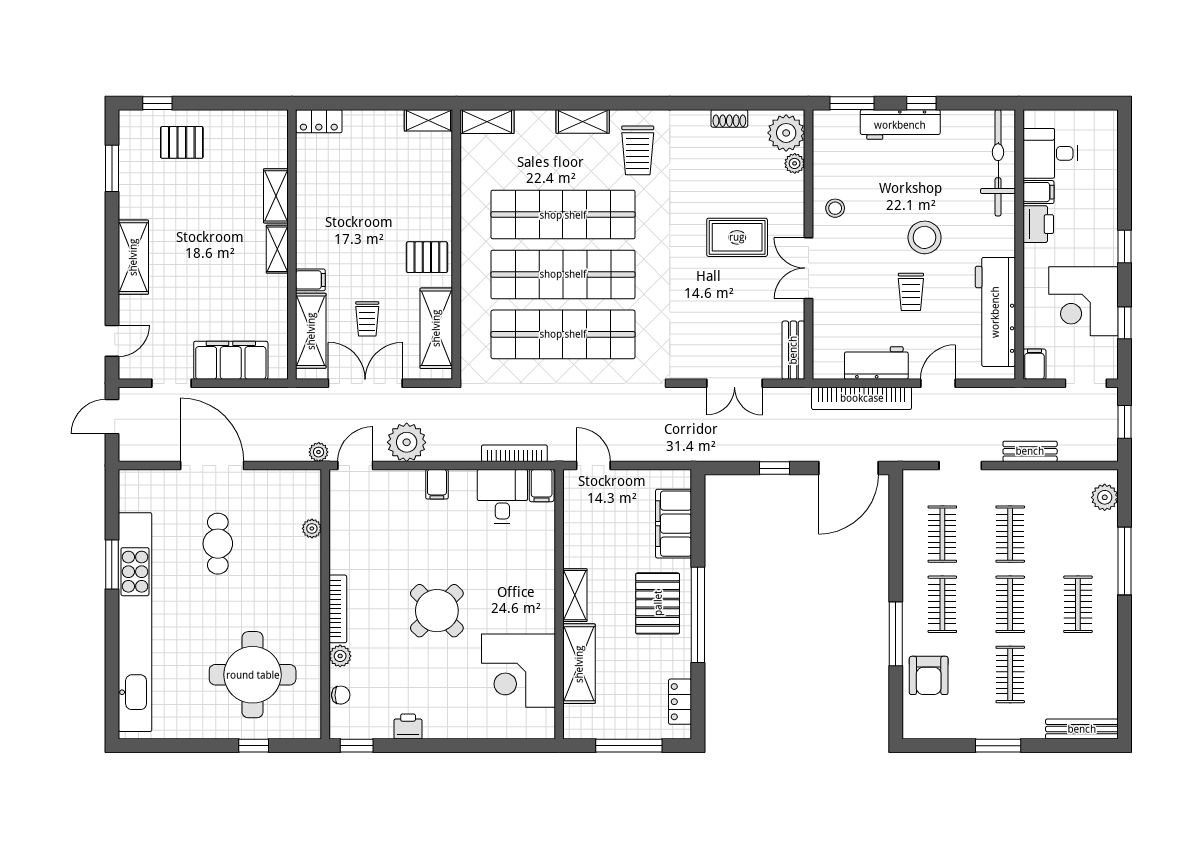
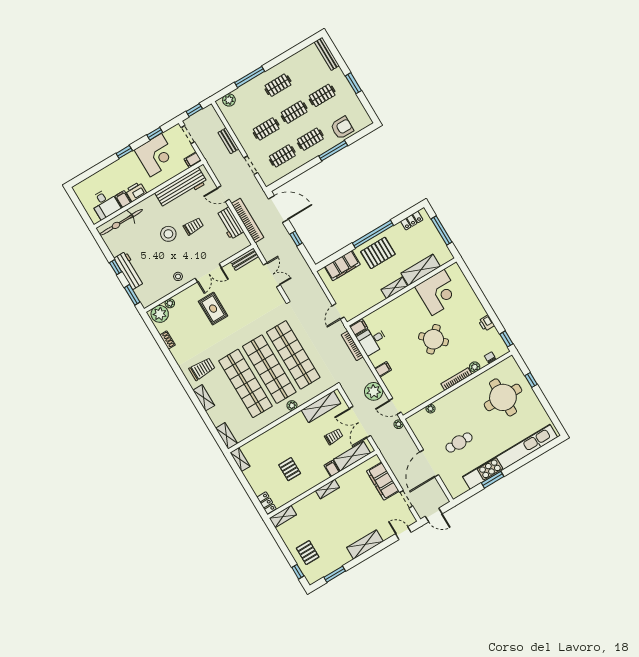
shelving: (276, 196) -> (283, 516), moved
pallet: (427, 257) -> (290, 469), moved
plant: (471, 276) -> (292, 405), added

